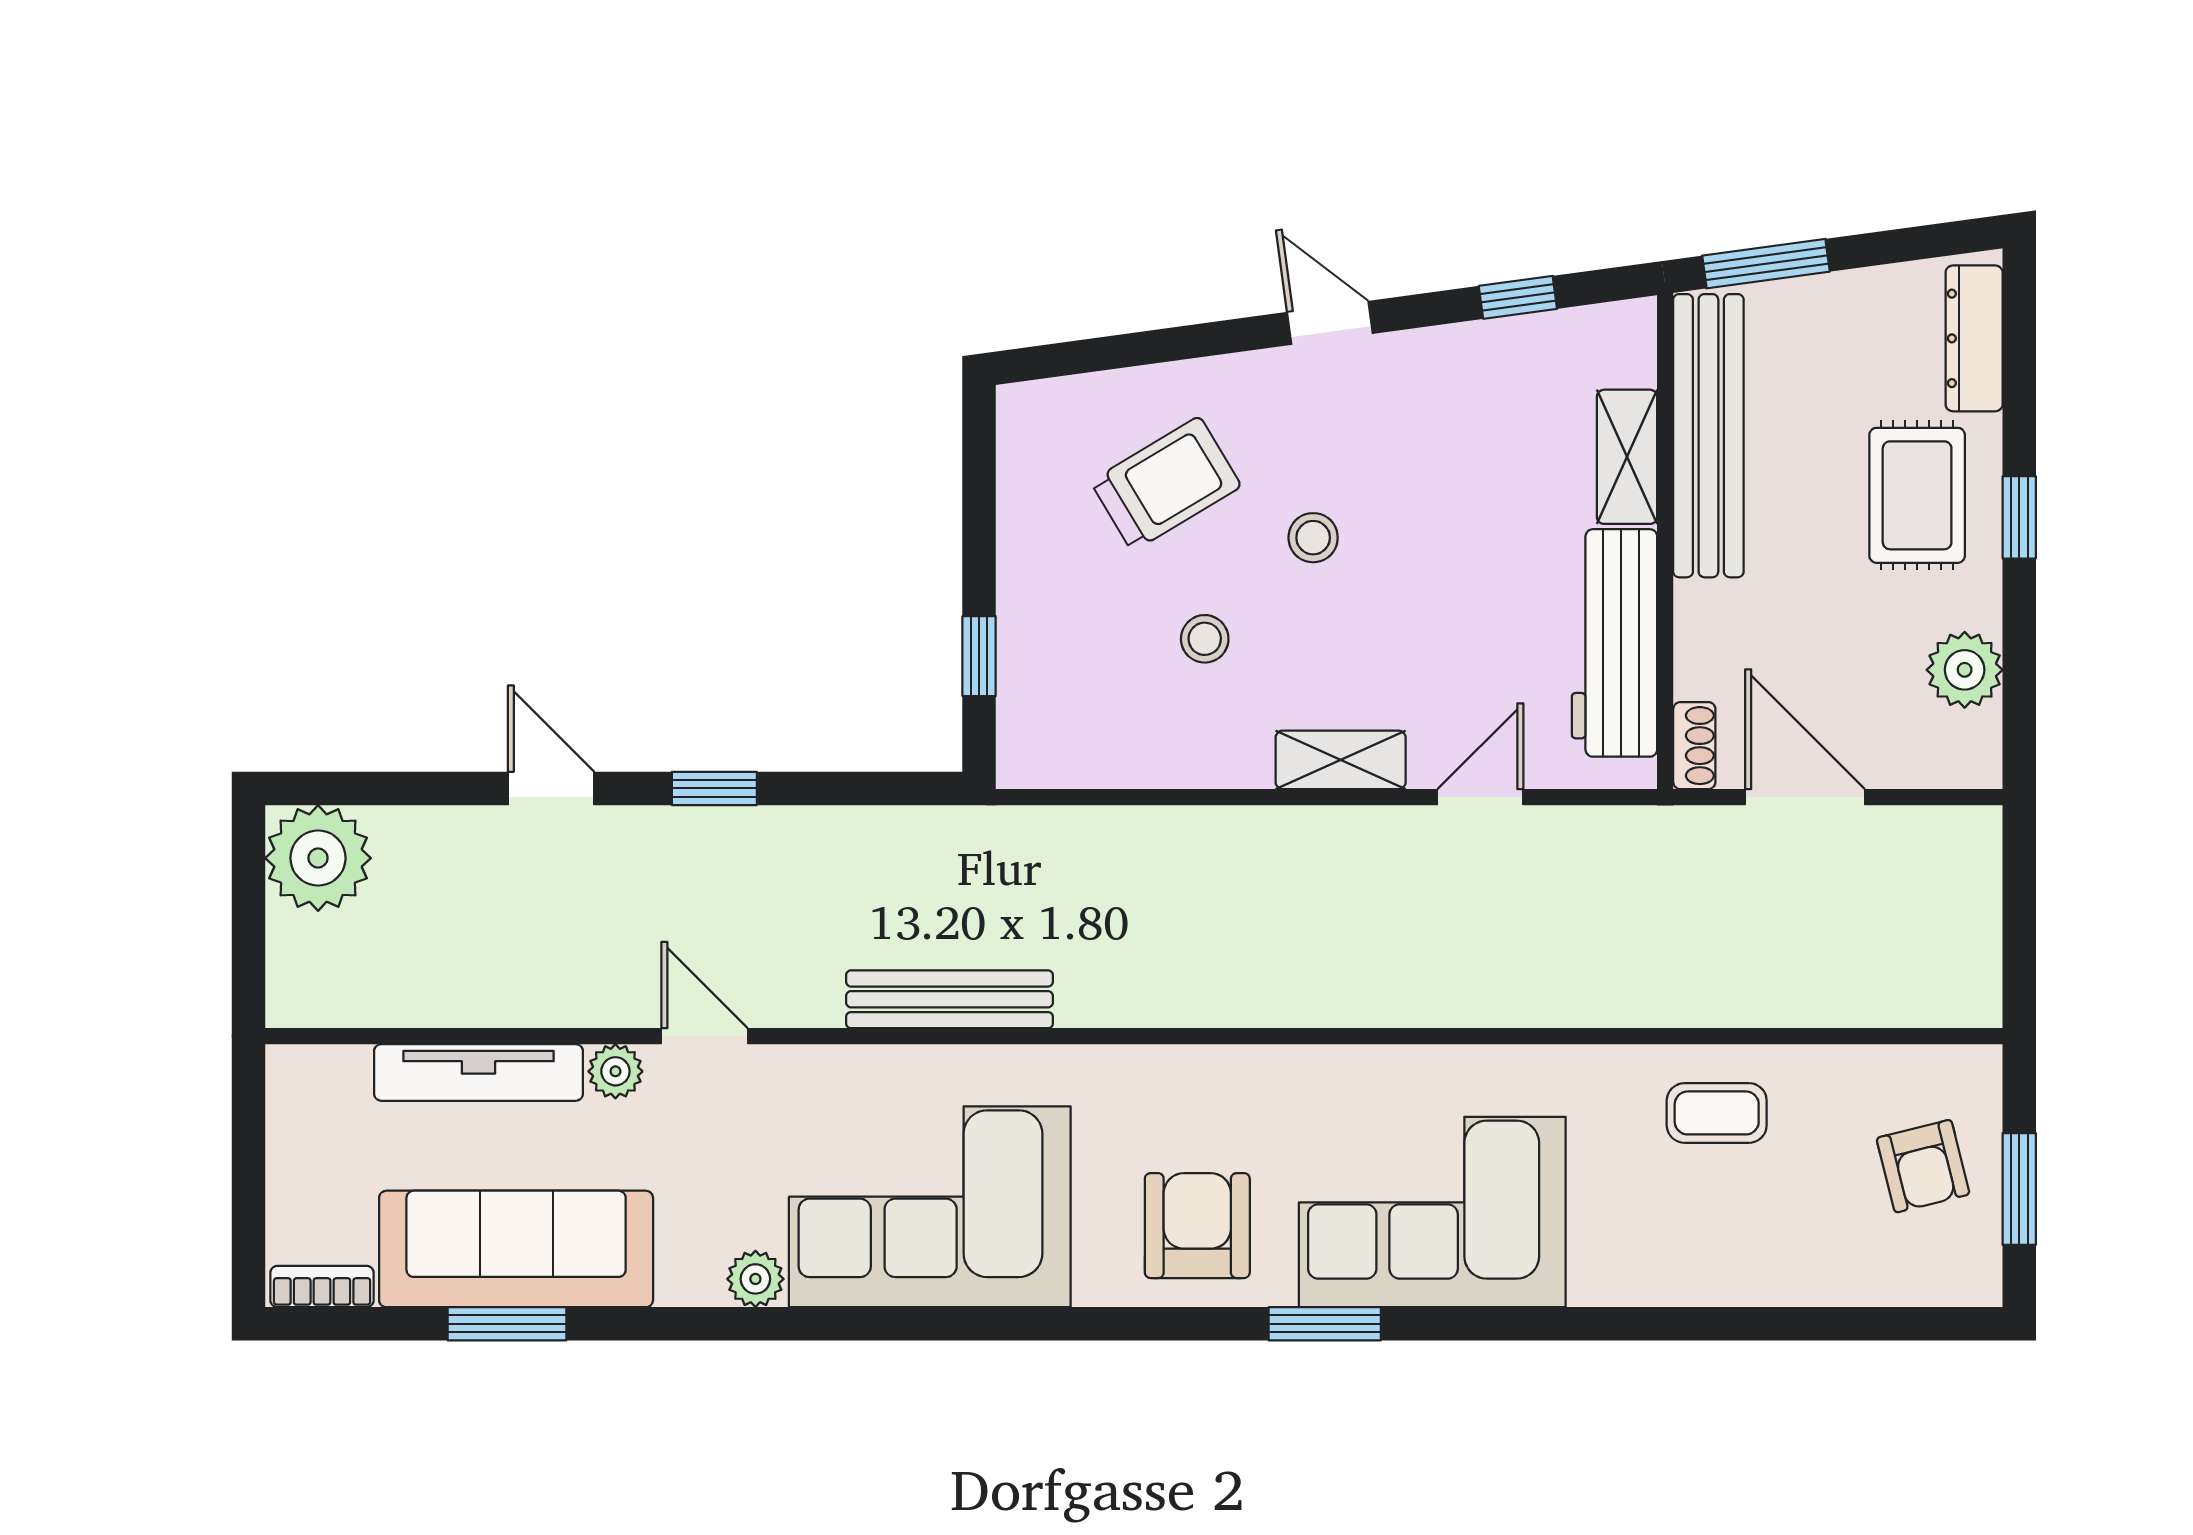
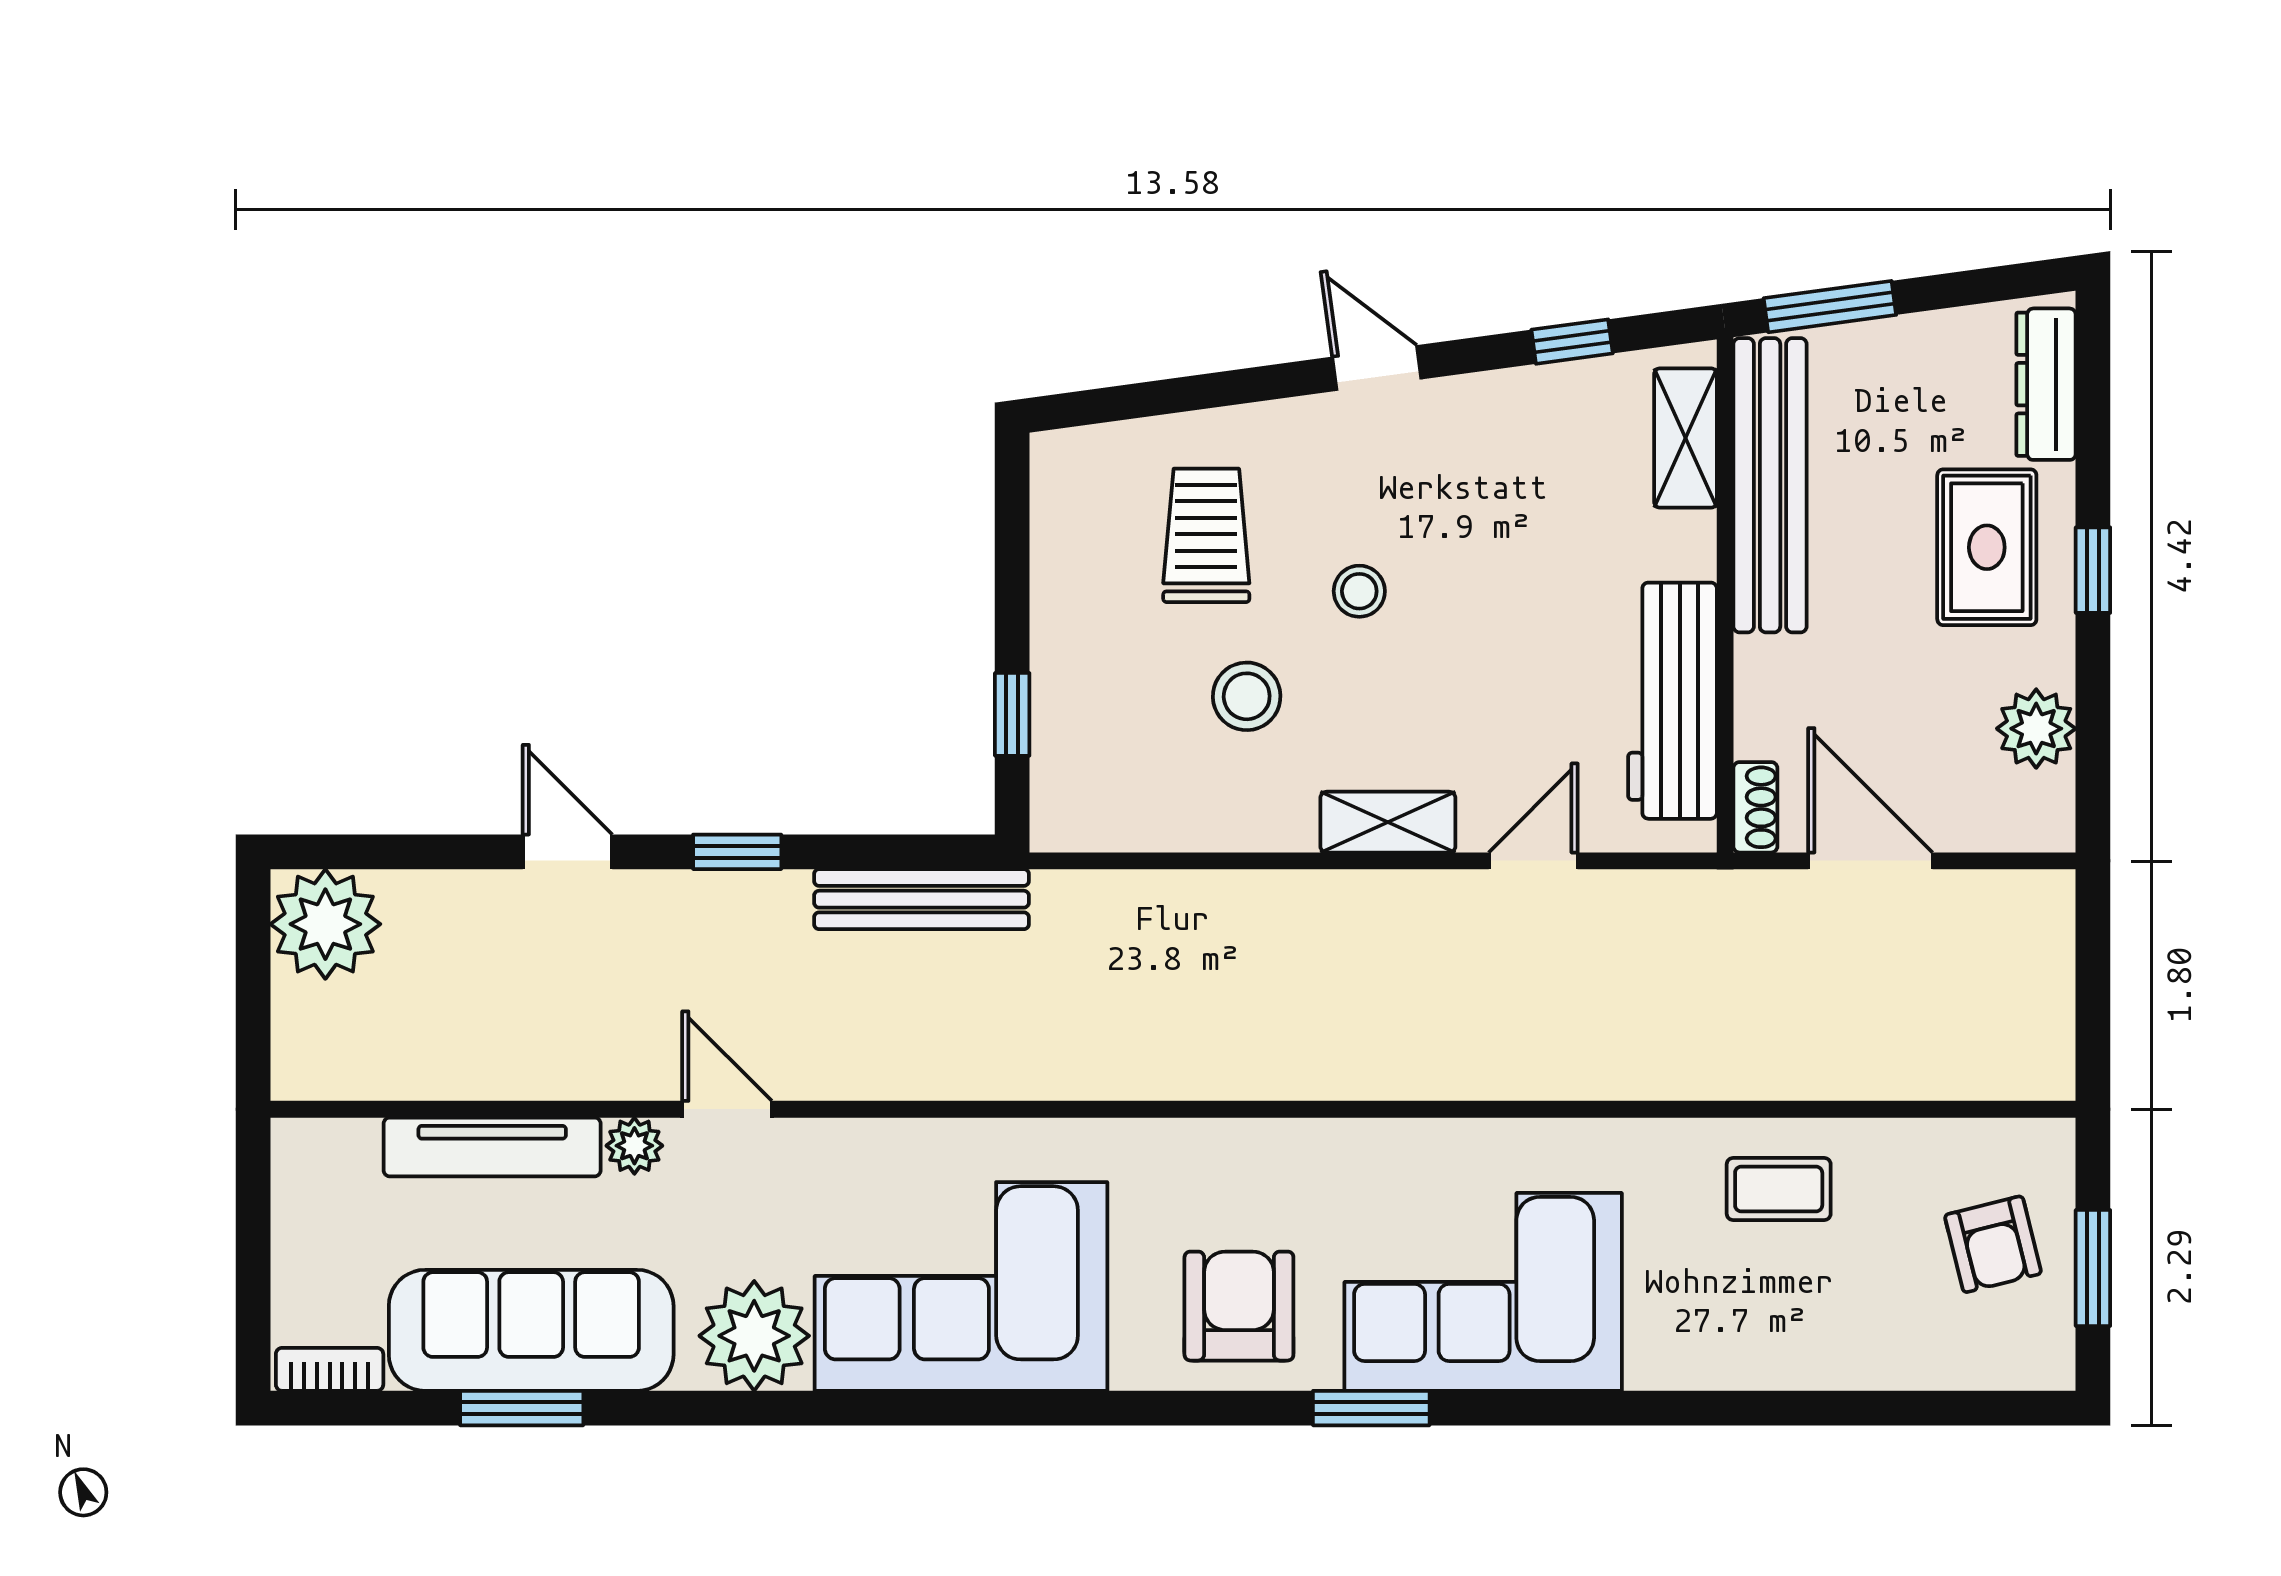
shelving: (1627, 457) -> (1685, 438), moved
trolley: (1166, 484) -> (1206, 535), turned -59
stool: (1205, 639) -> (1247, 696), width x1.37, depth x1.37
bench: (949, 999) -> (921, 899), moved
plant: (755, 1279) -> (754, 1336), width x1.88, depth x1.88

